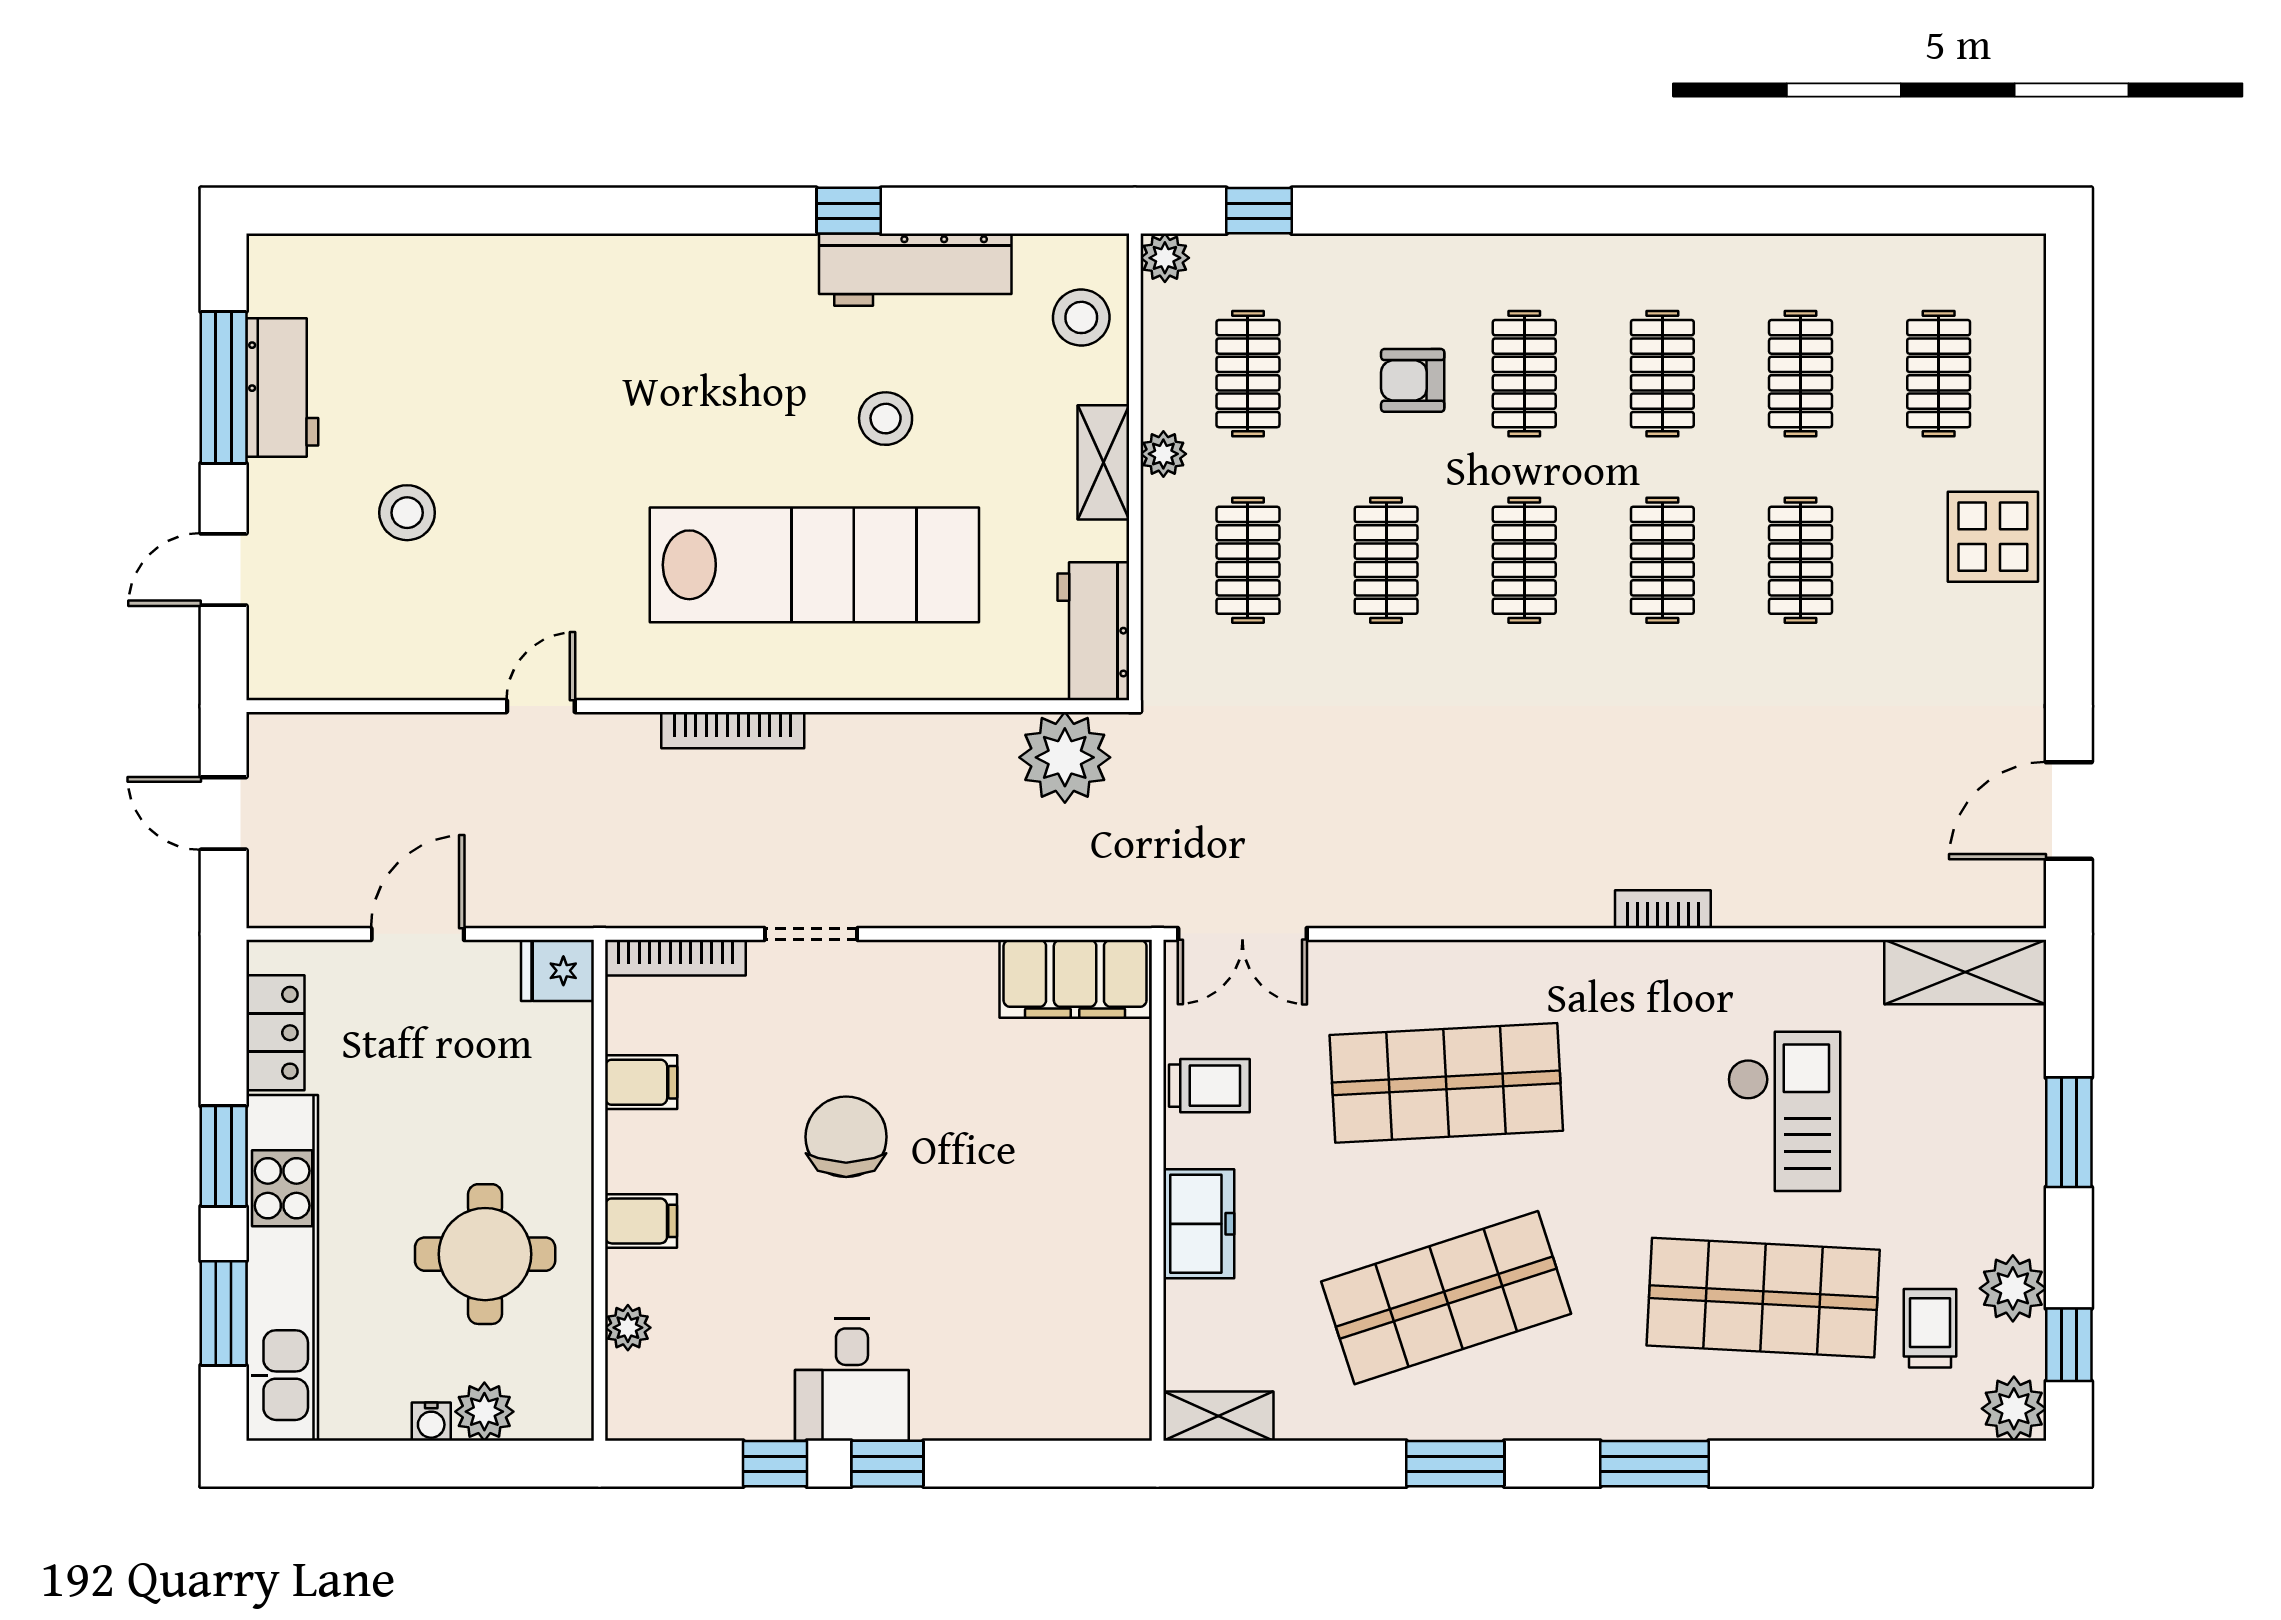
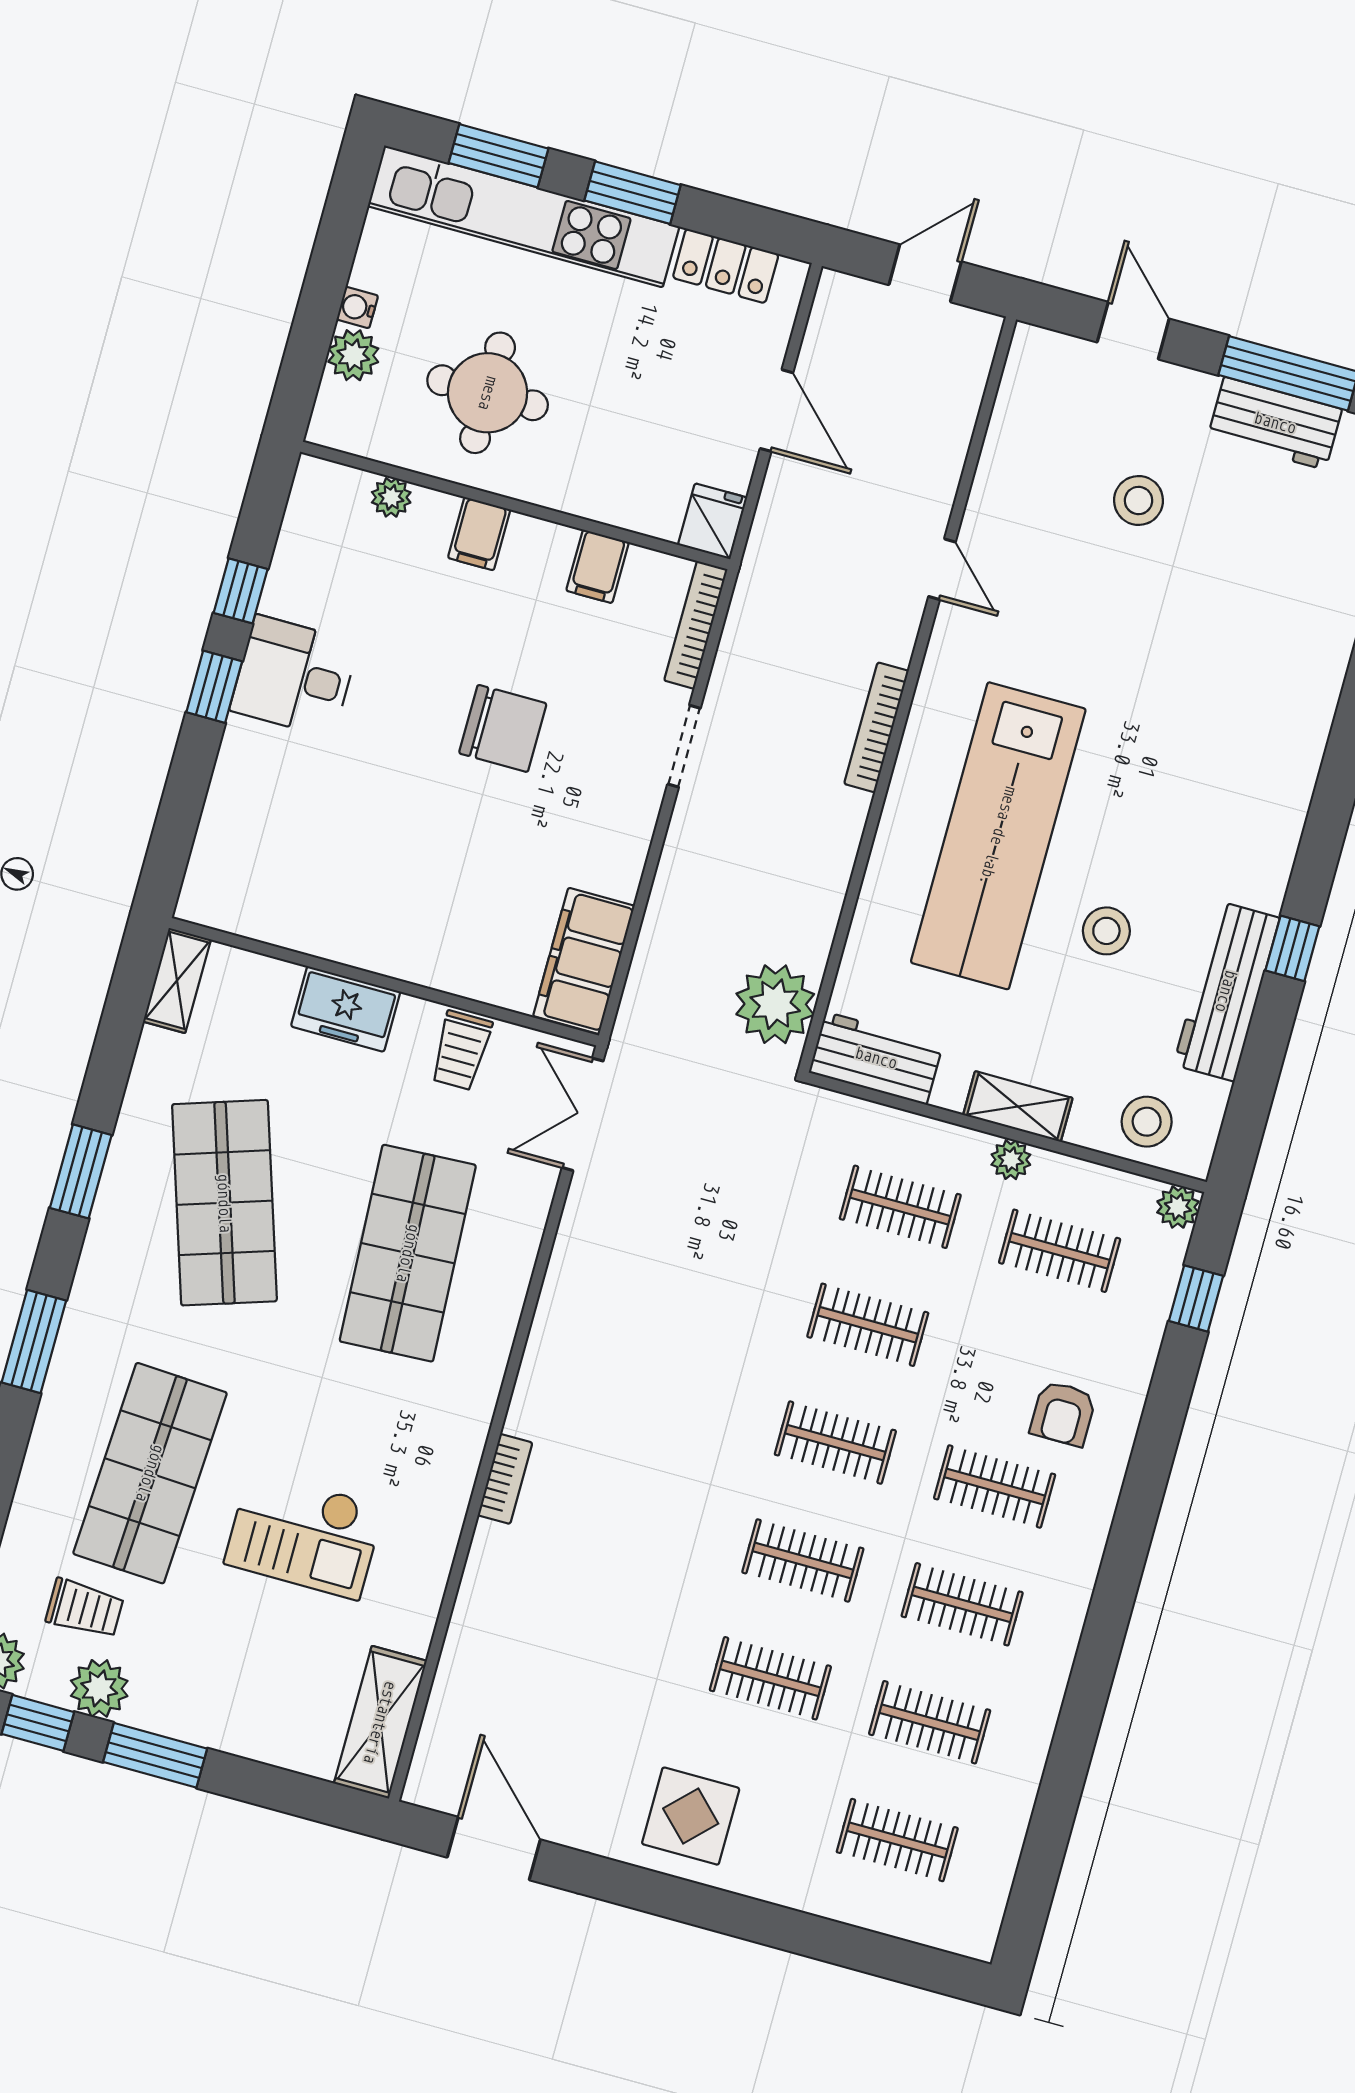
armchair: (1413, 380) -> (1063, 1414), moved, turned 180
display table: (1993, 537) -> (691, 1816), moved
window: (2069, 1132) -> (155, 1755), moved

